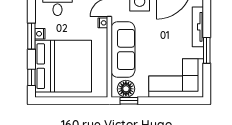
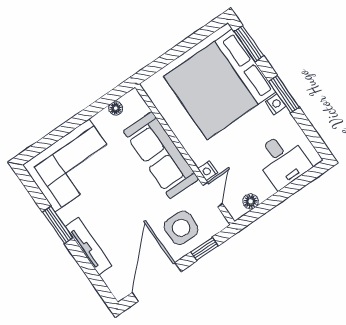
window: (31, 77) -> (249, 44), width x1.50
floor lamp: (126, 89) -> (116, 108), width x0.53, depth x0.53
window: (129, 101) -> (110, 98), removed

